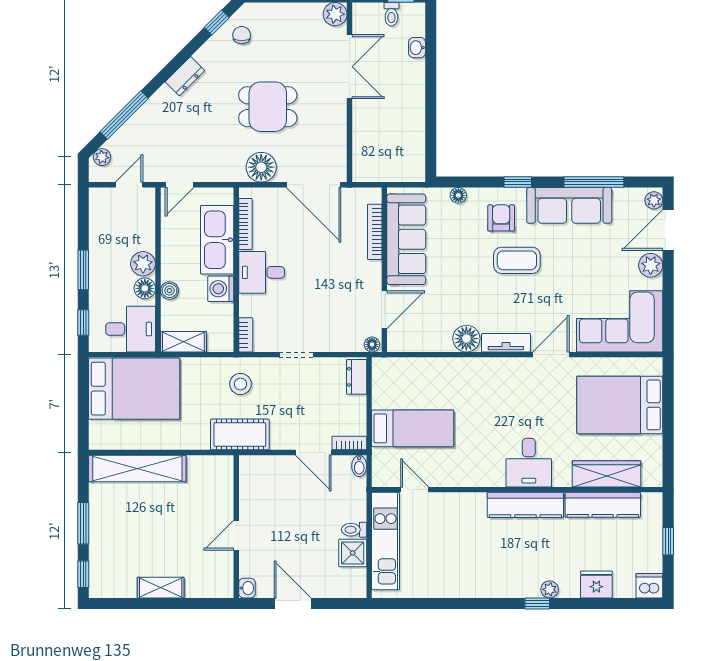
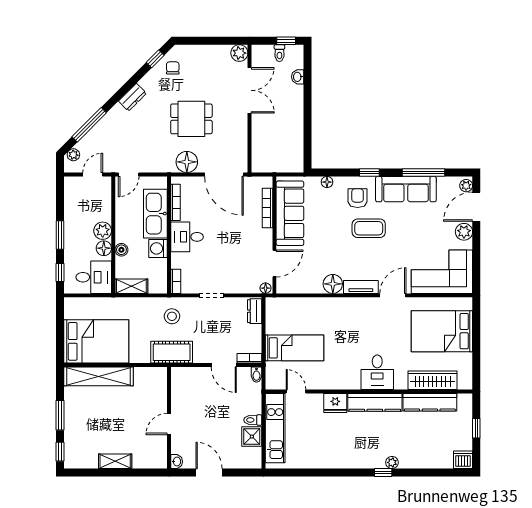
bed: (134, 389) -> (96, 341), moved
fridge: (596, 584) -> (335, 403), moved, turned 180

